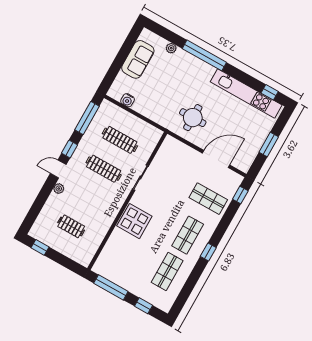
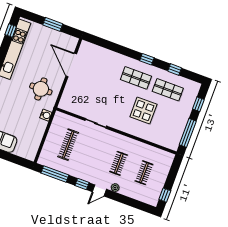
water cooler: (128, 100) -> (46, 115), moved
door: (58, 169) -> (99, 190), hinge flipped
clothes rail: (104, 169) -> (119, 163), moved, width x0.73
window: (240, 195) -> (175, 70), moved
shop shelf: (208, 199) -> (104, 66), removed
display table: (134, 221) -> (143, 111), moved

